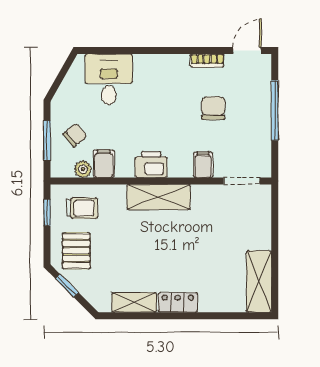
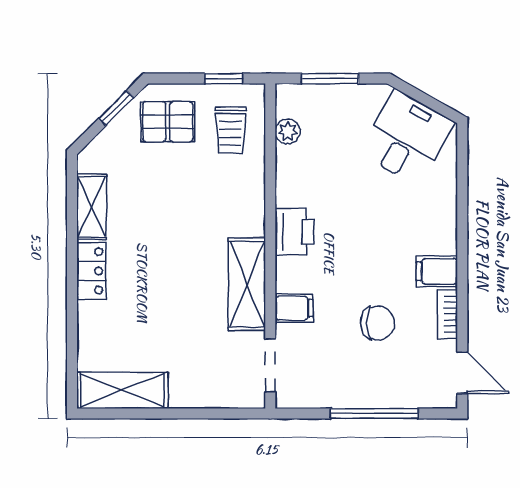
desk: (109, 79) -> (407, 138), moved, turned -60
chair: (75, 135) -> (338, 120), removed
filing cabinet: (104, 164) -> (437, 271), moved, turned 180
shelving: (159, 197) -> (247, 284), moved

